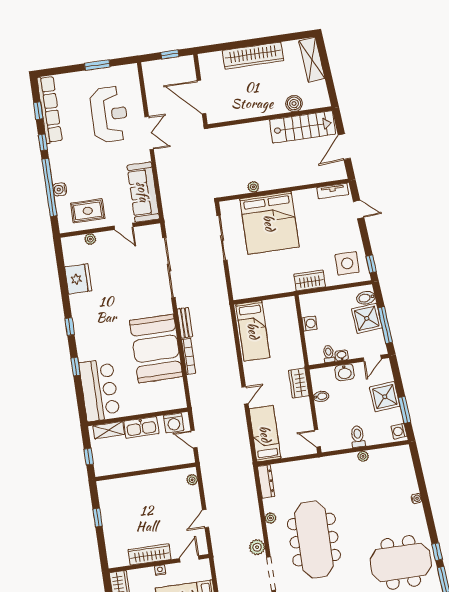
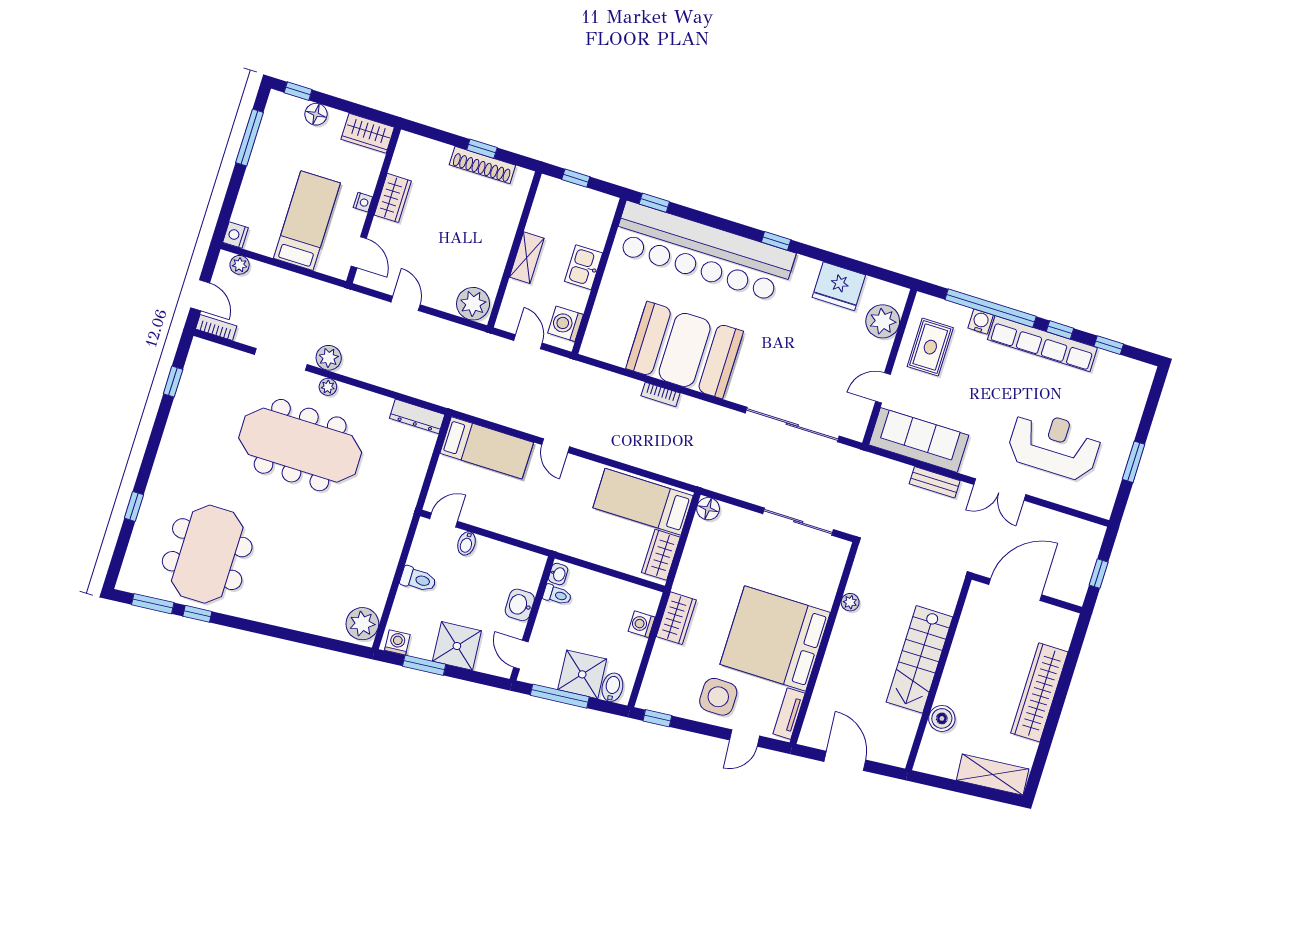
row of seats: (50, 110) -> (1042, 344), moved
reception desk: (109, 114) -> (1054, 445), turned 180
stairs: (303, 127) -> (919, 659), moved
bed: (269, 223) -> (775, 638), moved
plant: (90, 239) -> (883, 321), width x1.87, depth x1.87
side table: (347, 263) -> (718, 697), moved
floor lamp: (239, 292) -> (708, 509), added
bench: (185, 323) -> (935, 482), moved
washing machine: (310, 324) -> (642, 624), moved, turned 90
washbasin: (342, 355) -> (558, 574), moved
bookcase: (189, 356) -> (661, 394), width x0.64
window: (76, 367) -> (654, 203), moved
wardrobe: (299, 383) -> (661, 555), moved, turned -90
bar counter: (99, 390) -> (703, 252), width x1.86
bidet: (321, 396) -> (467, 543), moved
kitchen sink: (141, 427) -> (584, 267), width x0.73
shelving: (109, 430) -> (527, 258), moved
door: (194, 439) -> (528, 342), hinge flipped
plant: (363, 456) -> (362, 624), moved, width x1.87, depth x1.87
plant: (192, 480) -> (473, 304), width x1.87, depth x1.87
water cooler: (416, 498) -> (288, 621), removed
shoe rack: (107, 513) -> (482, 165), added
plant: (271, 518) -> (328, 387), moved
wardrobe: (150, 554) -> (393, 198), width x0.67

